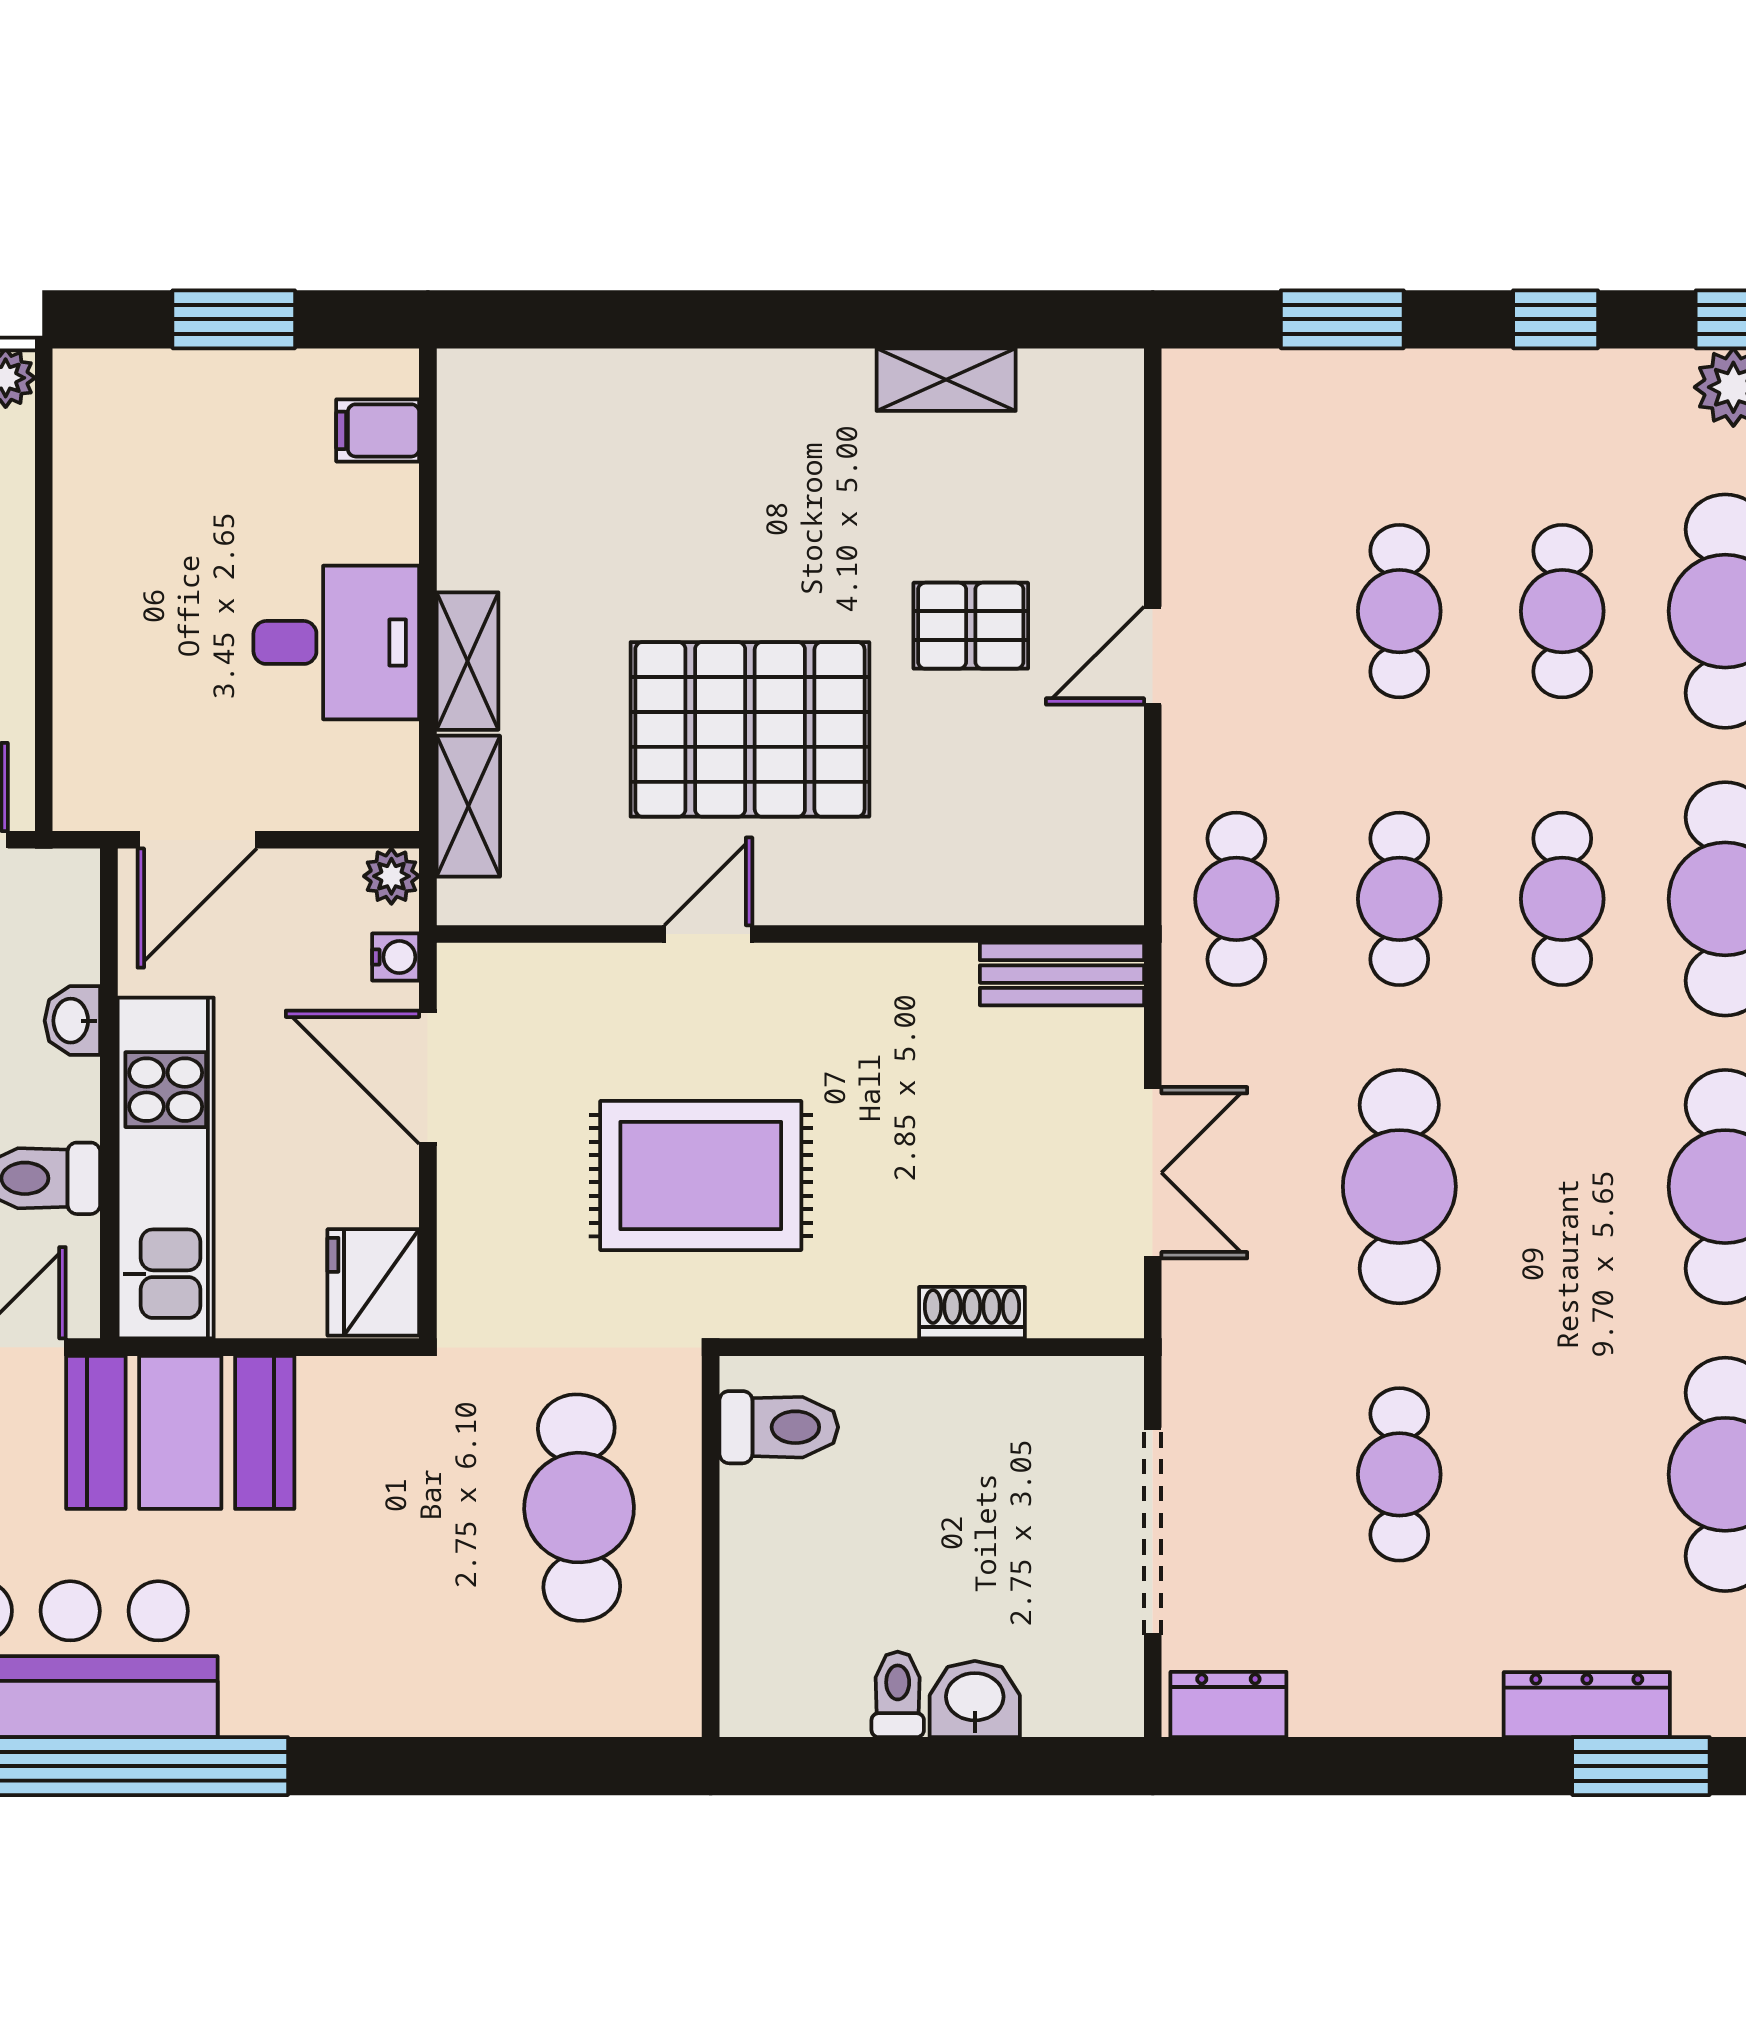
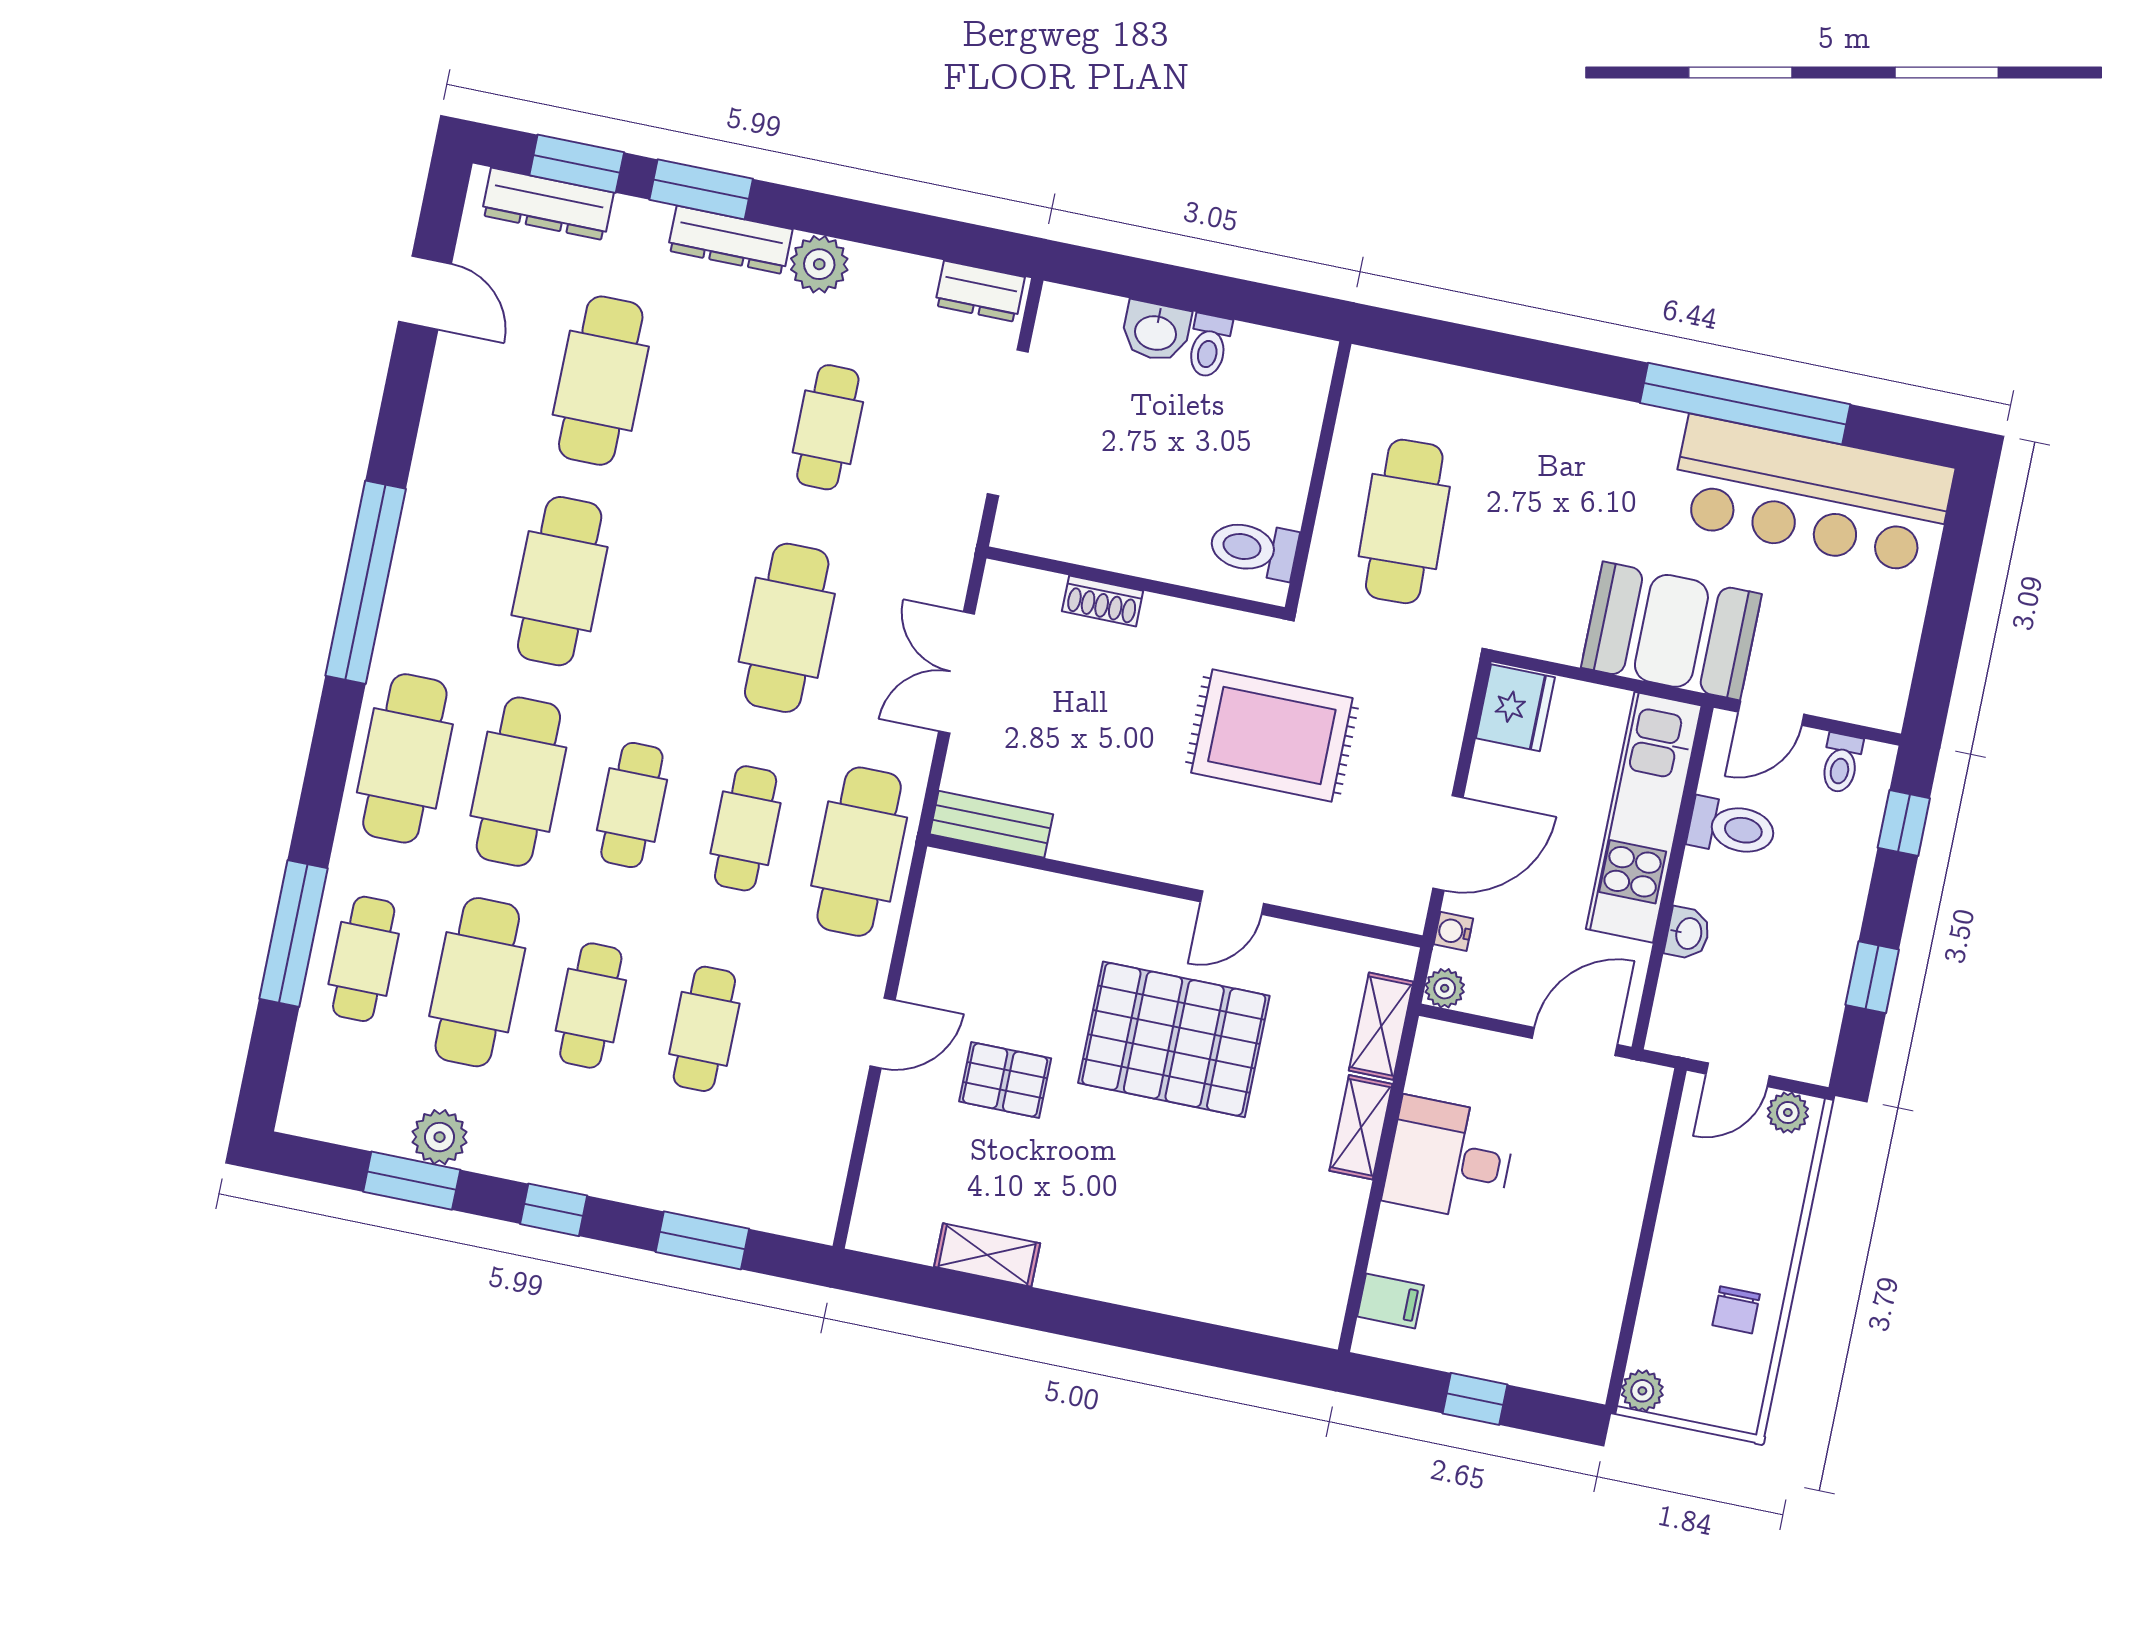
window: (234, 319) -> (1475, 1399), width x0.67
cafe table: (1236, 899) -> (859, 852), width x1.37, depth x1.35
door: (428, 1077) -> (1448, 843), hinge flipped
plant: (1457, 1696) -> (819, 264), added

